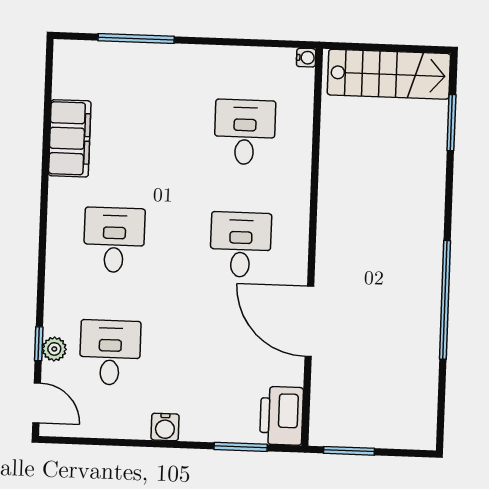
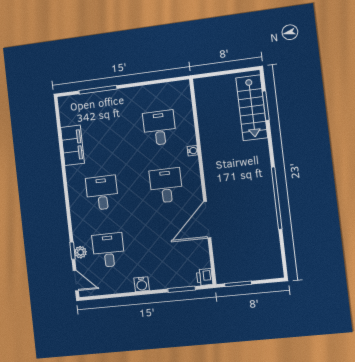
water cooler: (306, 58) -> (193, 151), moved
stairs: (389, 74) -> (252, 108), moved, turned 90
door: (309, 321) -> (207, 220), hinge flipped
printer: (282, 416) -> (205, 277), width x0.53, depth x0.68

